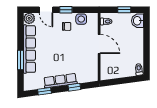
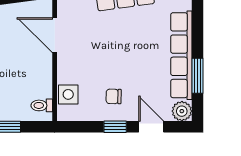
side table: (81, 19) -> (68, 94), moved
door: (99, 44) -> (55, 35), moved
window: (21, 60) -> (197, 76), moved

